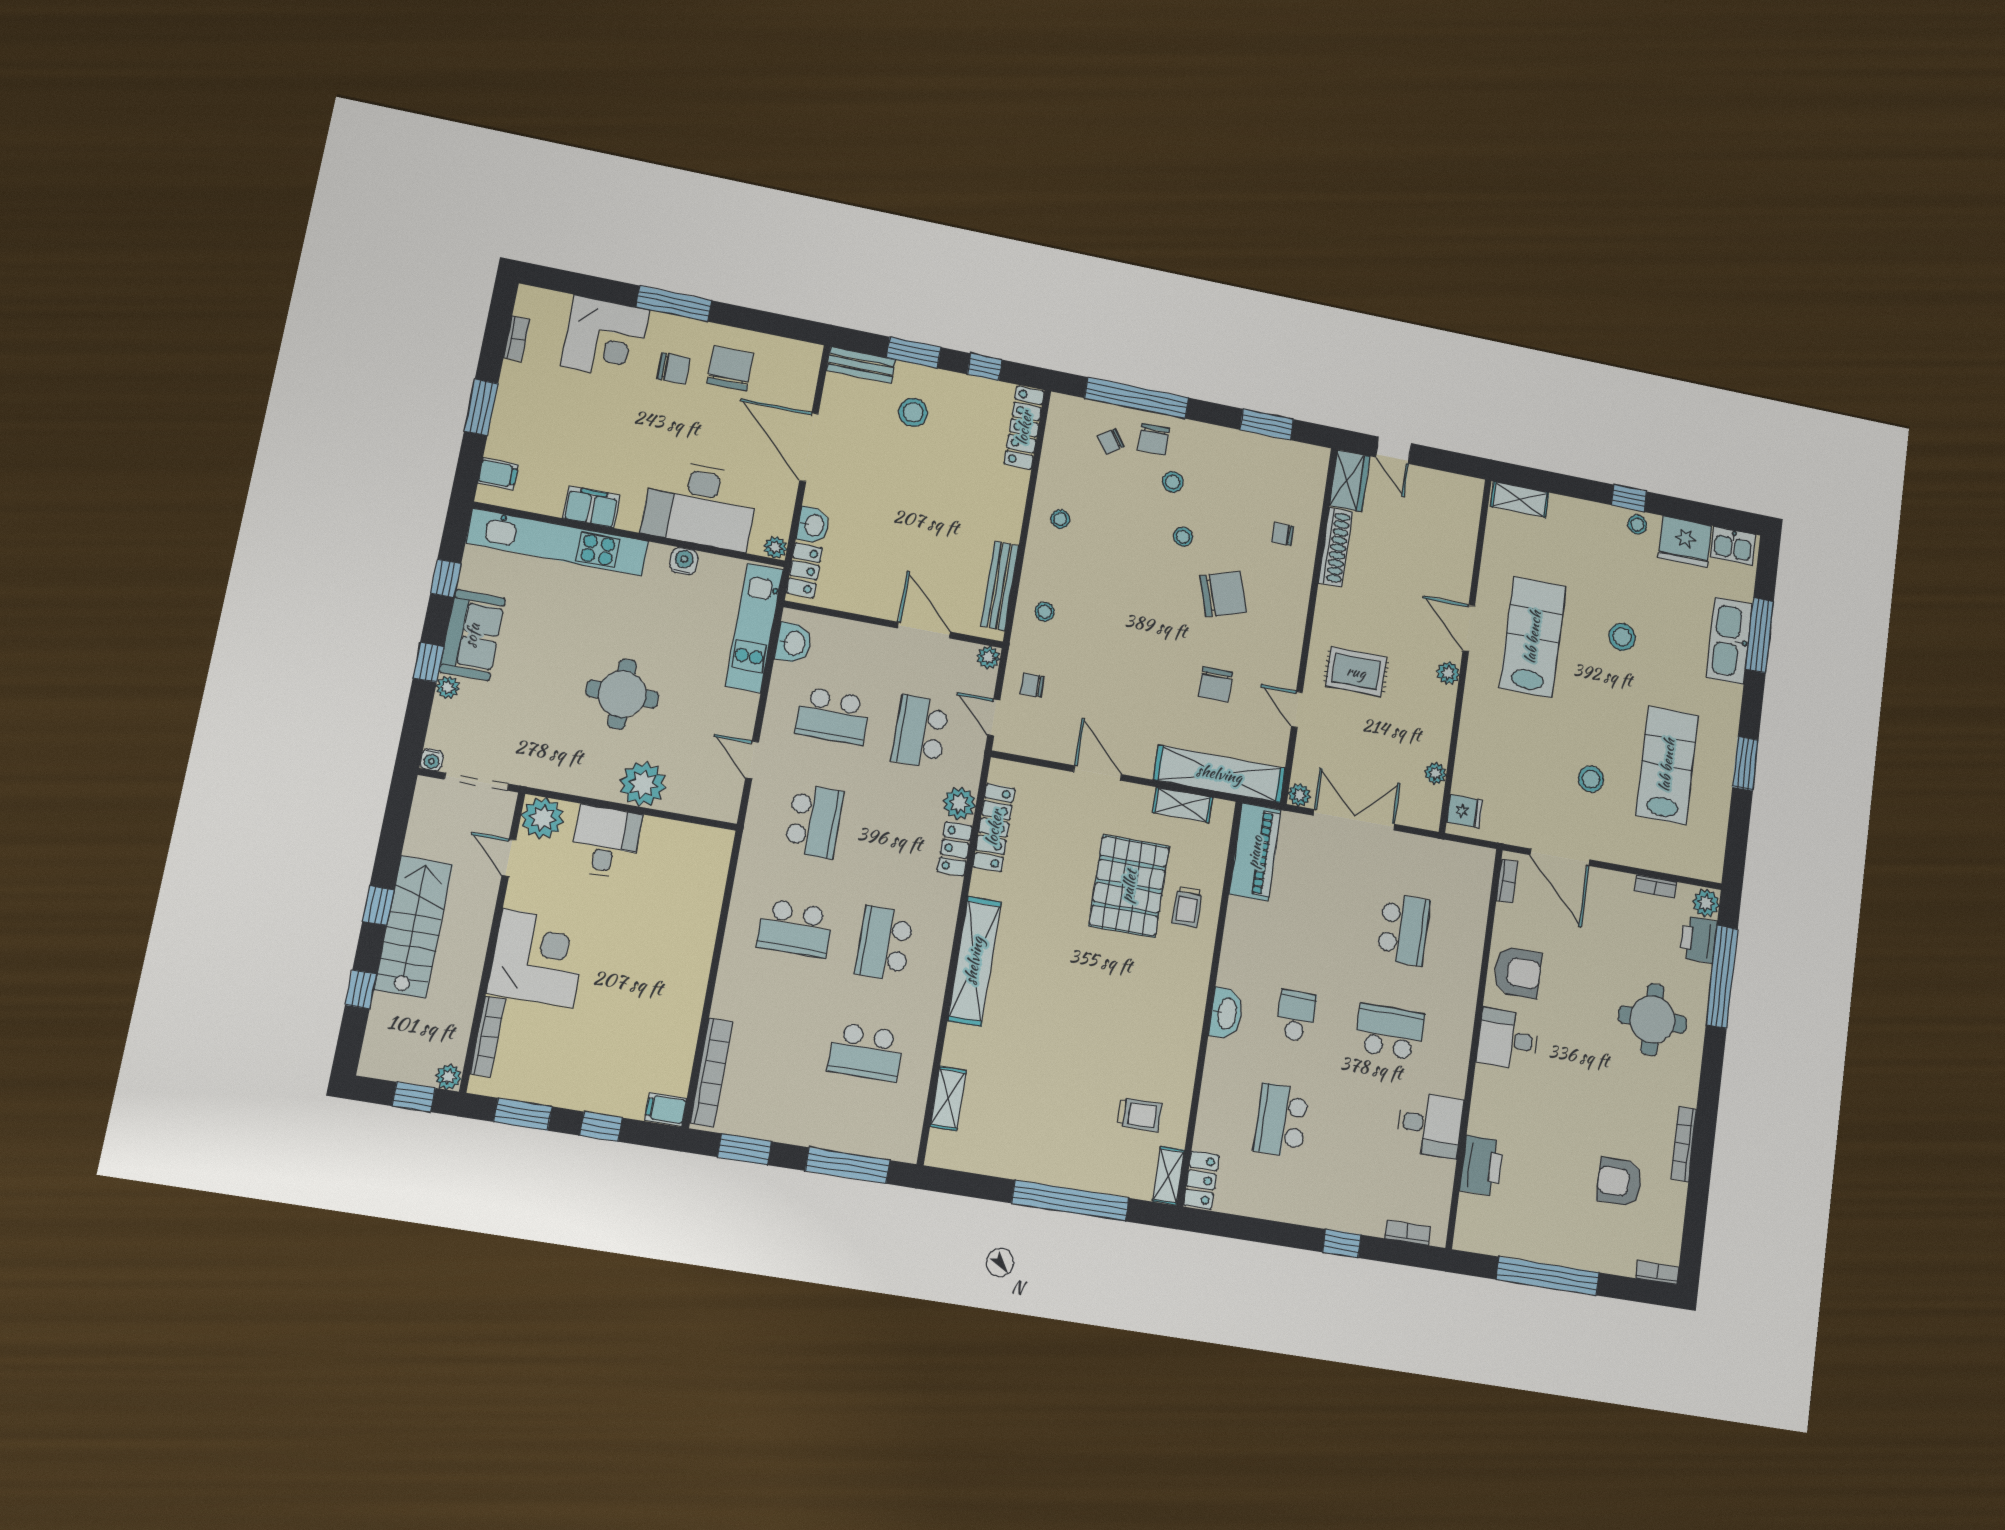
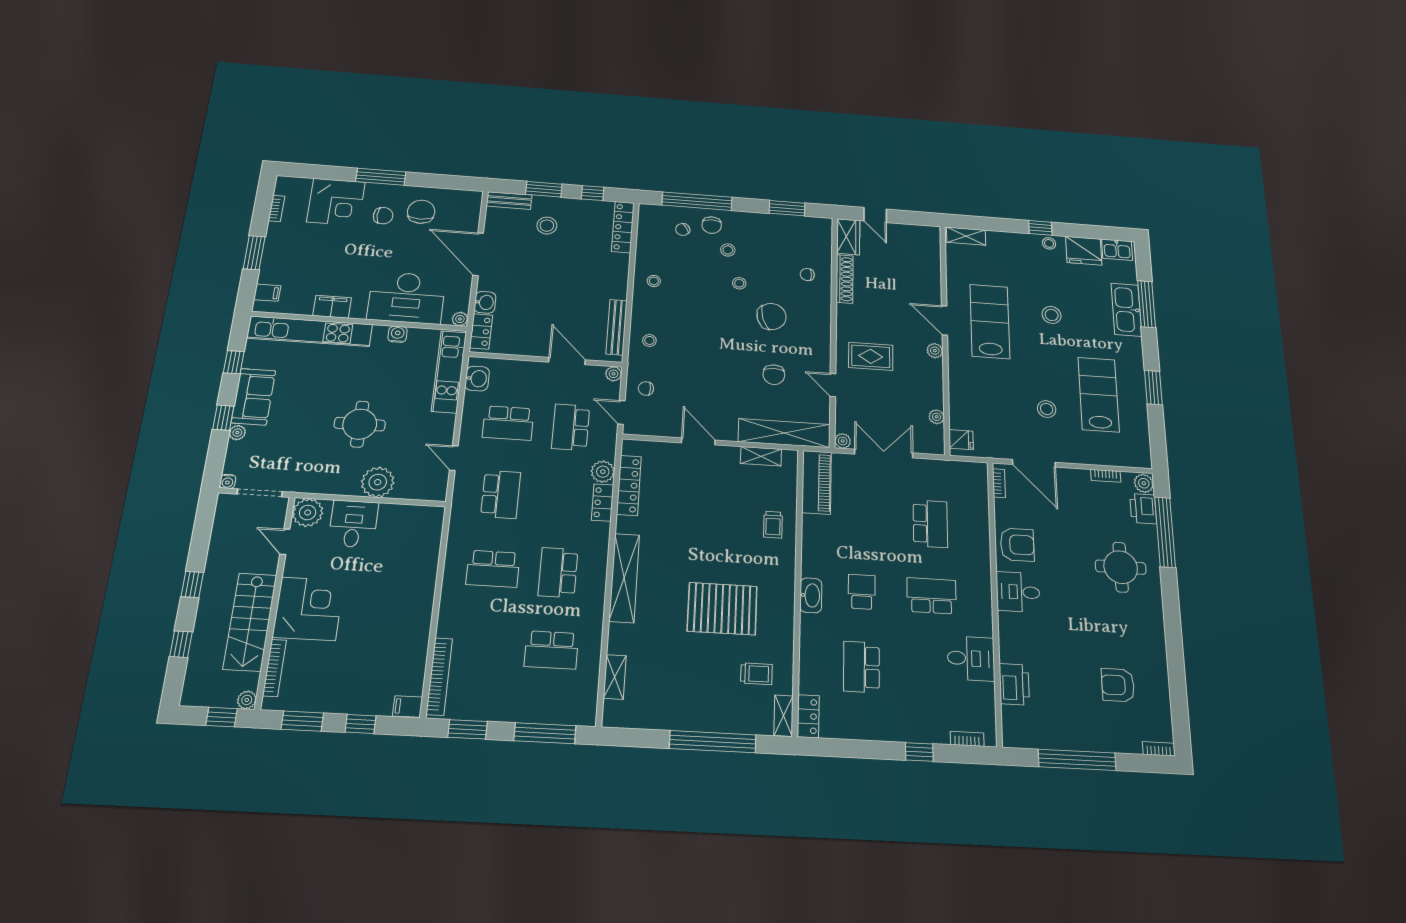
pallet: (1129, 886) -> (722, 609), moved, turned 90
stairs: (413, 927) -> (250, 622), moved, turned 180
bookcase: (1684, 1144) -> (1160, 653), removed

